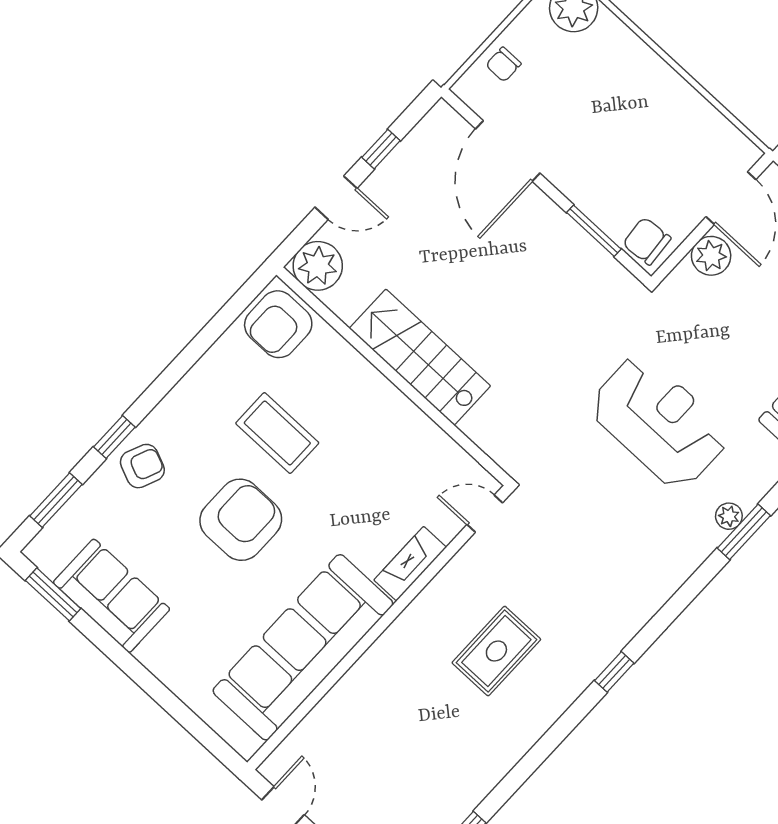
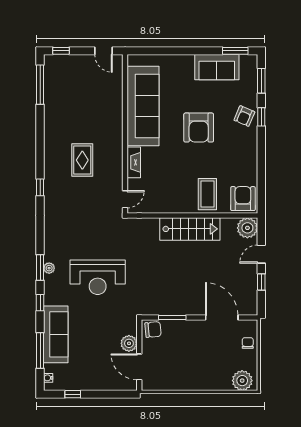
coffee table: (277, 433) -> (207, 194), moved, turned 90

